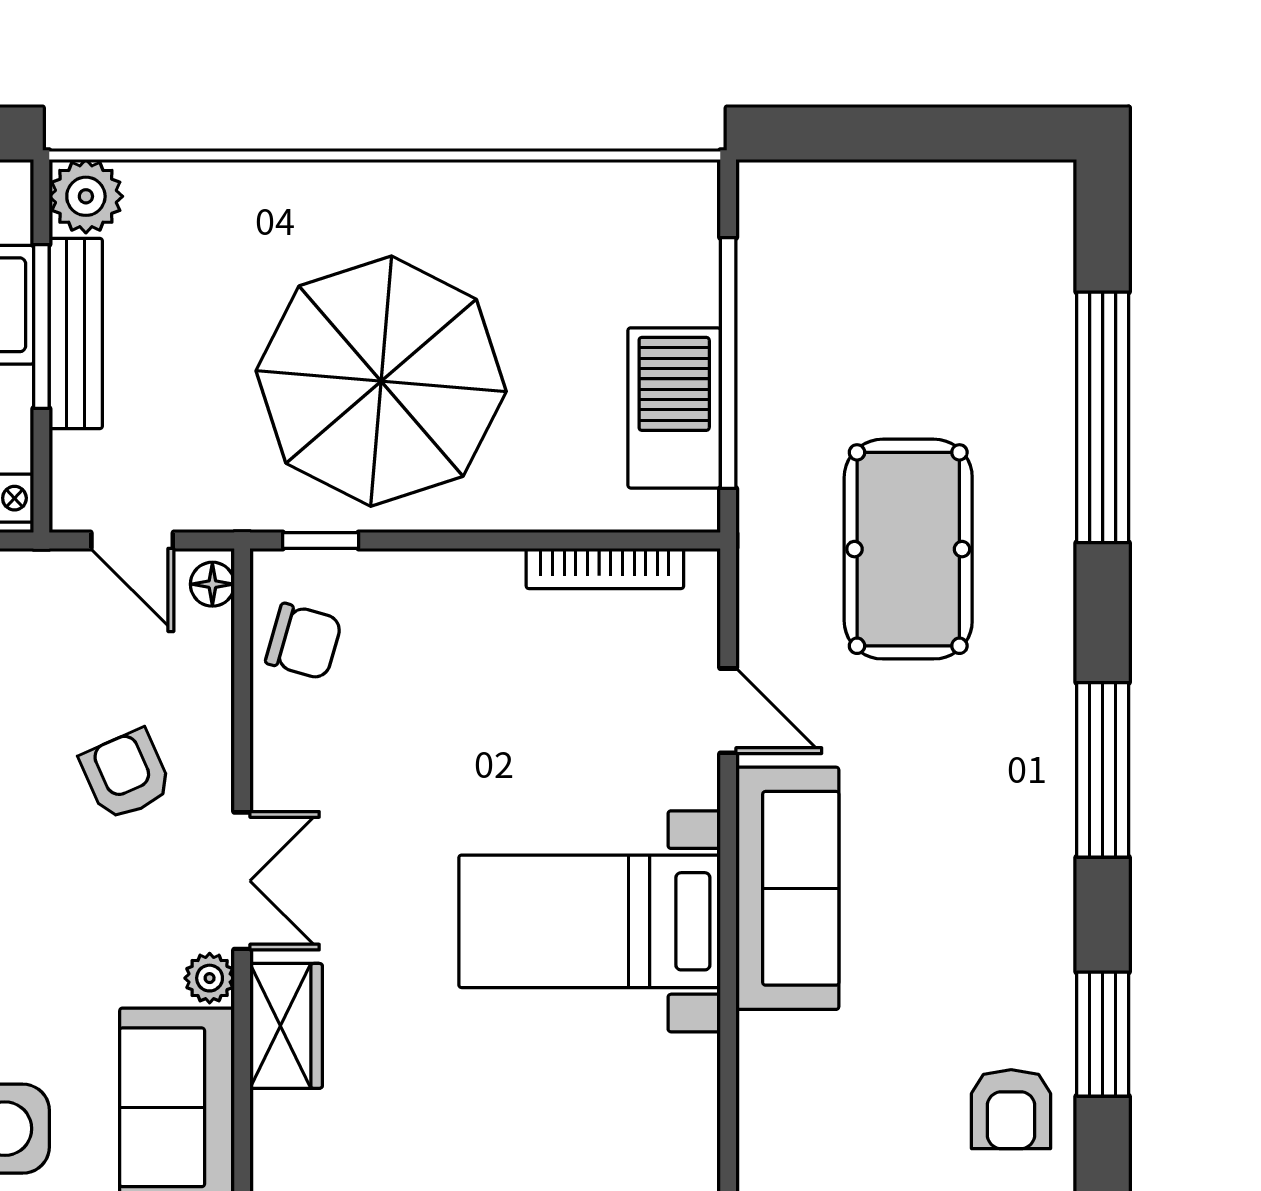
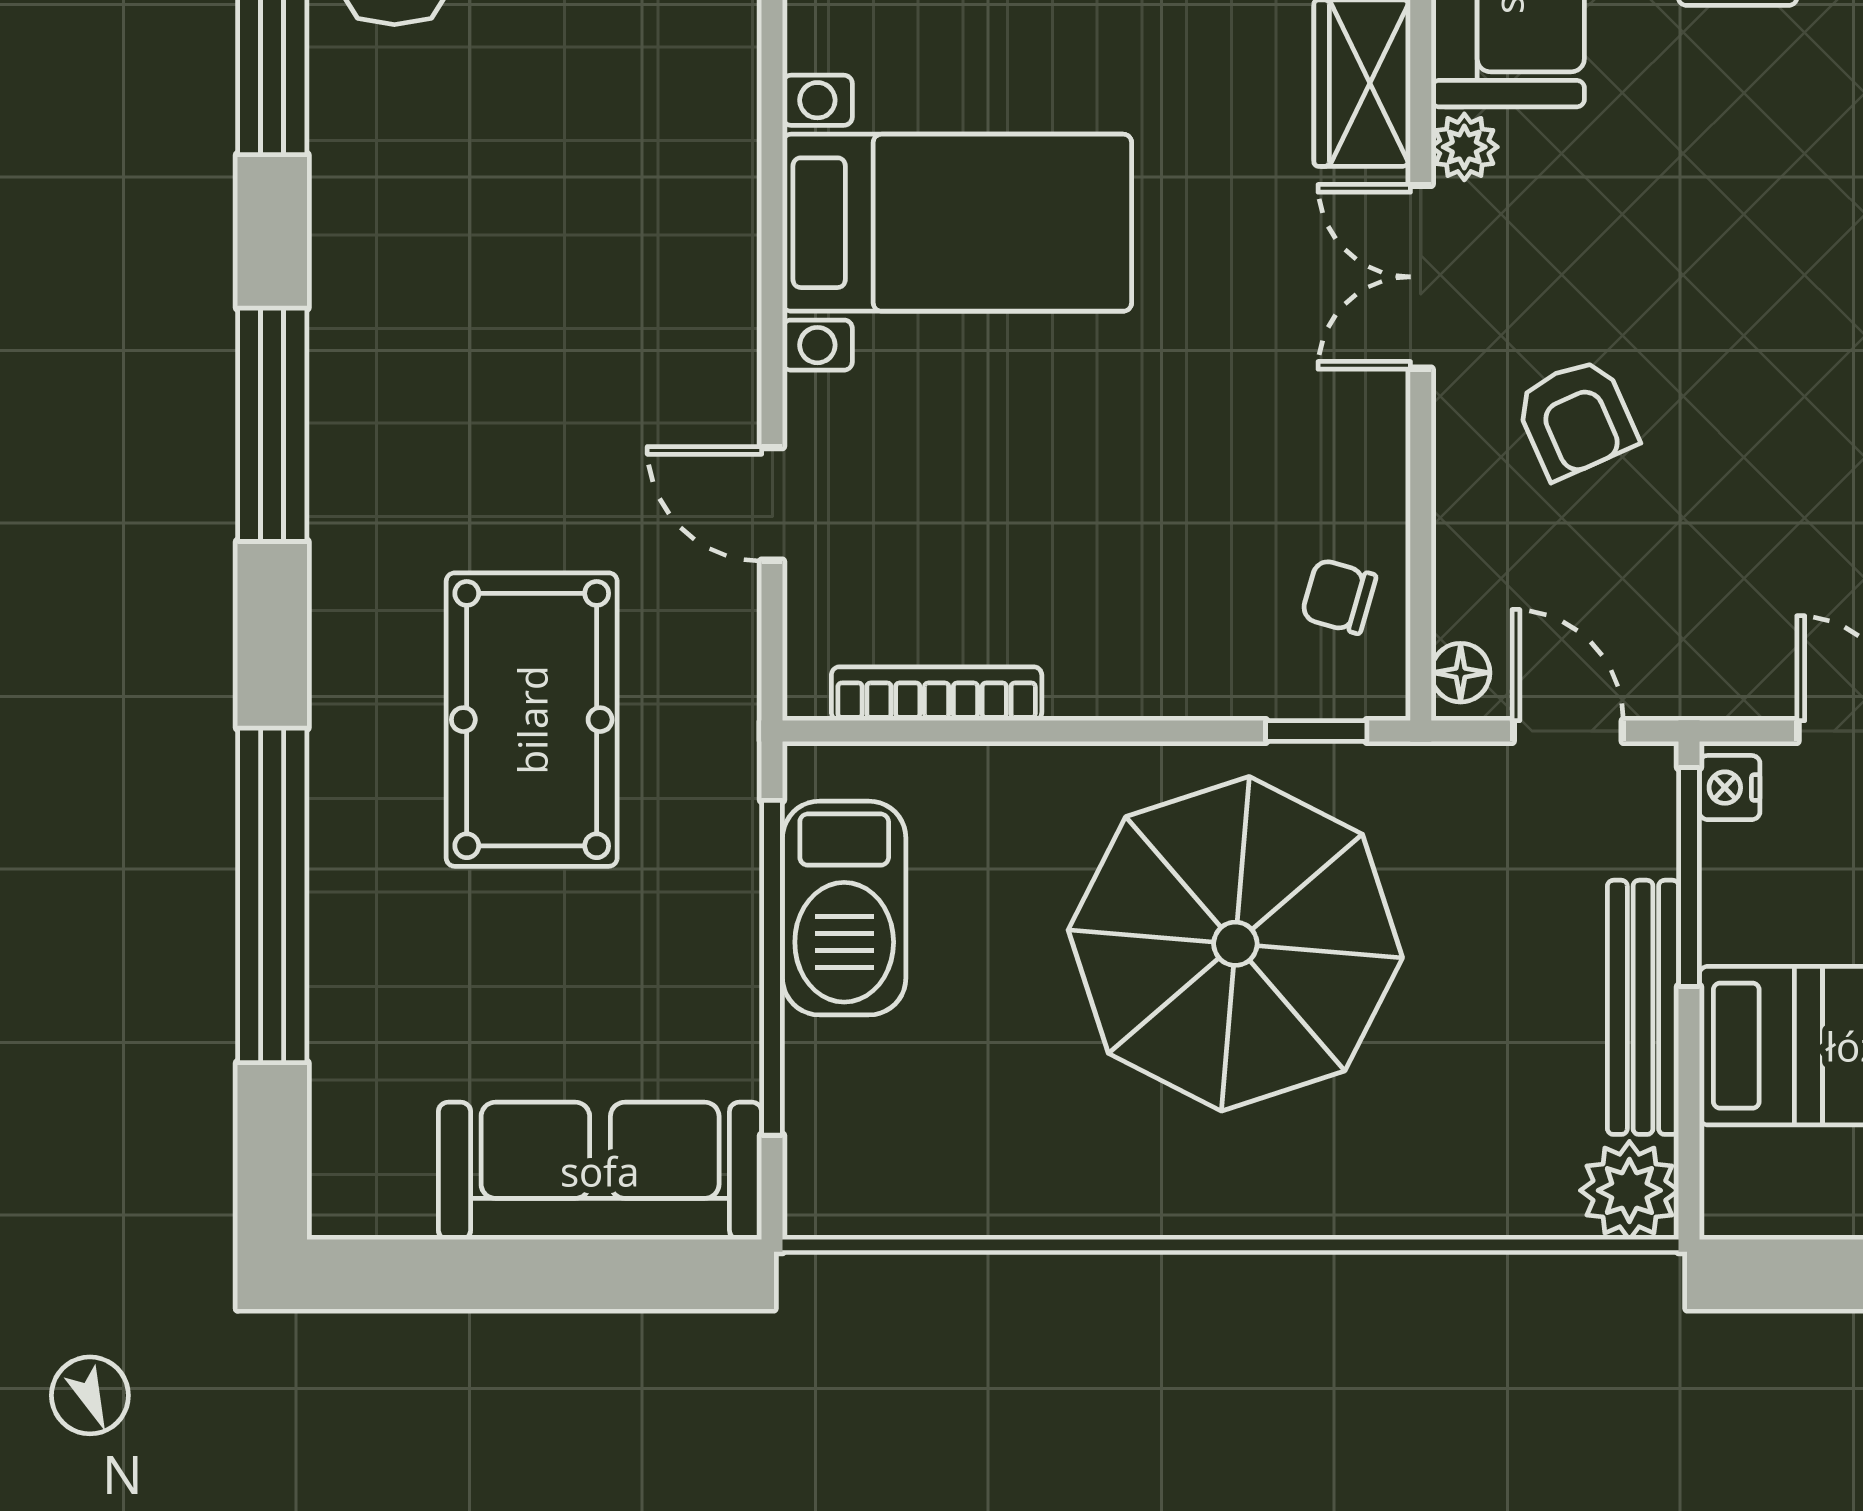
window: (41, 326) -> (1689, 877), moved
chair: (304, 641) -> (1339, 596), width x0.73, depth x0.73
sofa: (787, 888) -> (600, 1171), moved, turned 90

